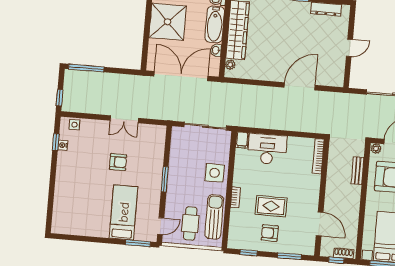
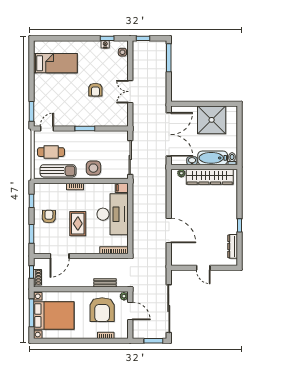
desk: (267, 149) -> (113, 214), width x1.36, depth x1.30
rug: (271, 206) -> (78, 224), moved
bed: (124, 212) -> (55, 63), moved
door: (161, 226) -> (47, 128), swing flipped

